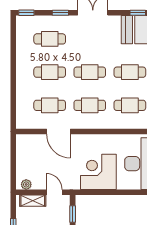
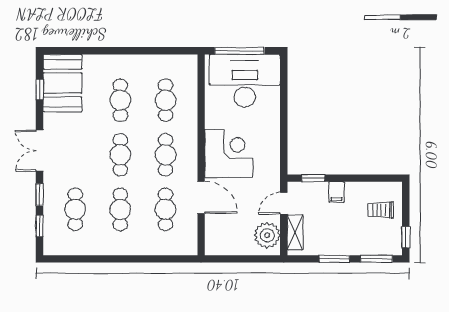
window: (26, 13) -> (40, 226), moved
door: (58, 132) -> (201, 197), hinge flipped
corner desk: (98, 172) -> (229, 153), moved, turned 180
plant: (26, 184) -> (267, 235), width x1.88, depth x1.88

